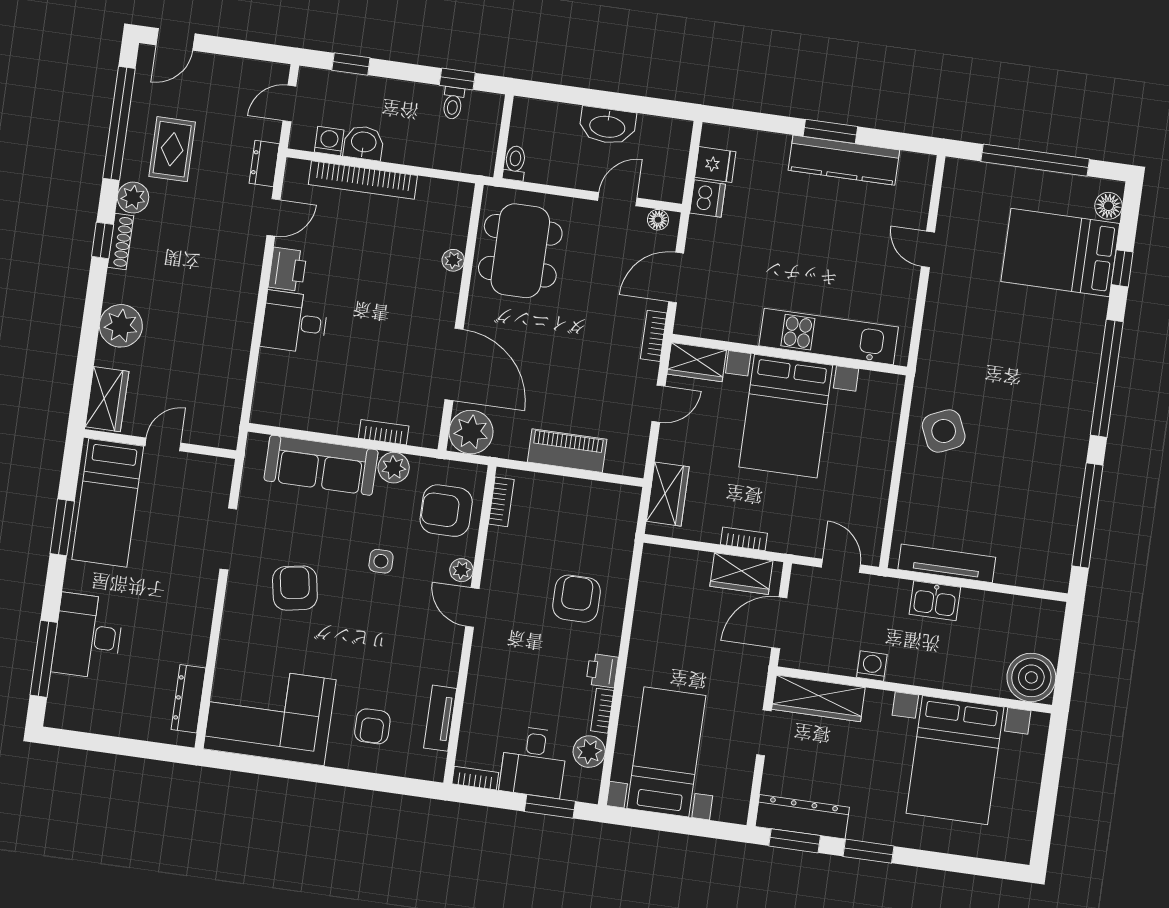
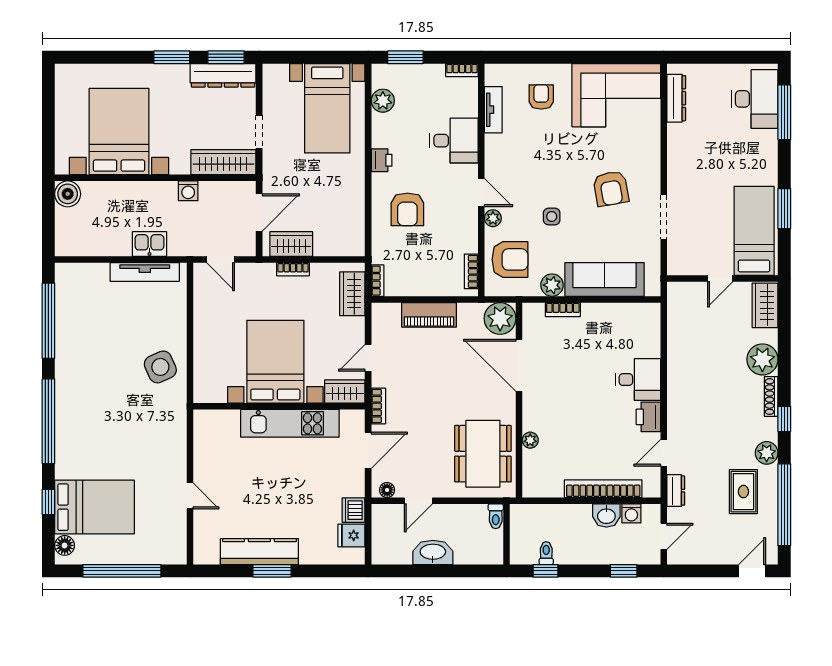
shoe rack: (121, 242) -> (771, 397), moved
kitchen unit: (829, 336) -> (290, 423), moved
desk: (88, 636) -> (755, 99), moved
boiler: (1031, 677) -> (68, 194), width x0.73, depth x0.73
bookcase: (602, 711) -> (378, 281), moved
desk: (534, 762) -> (454, 141), moved, turned 90

